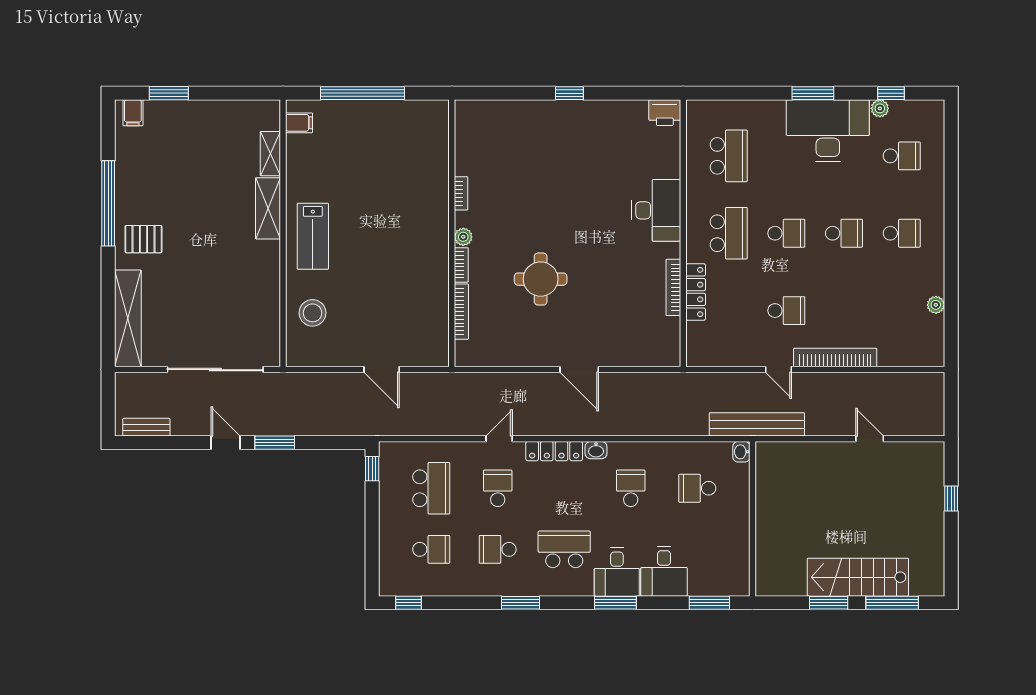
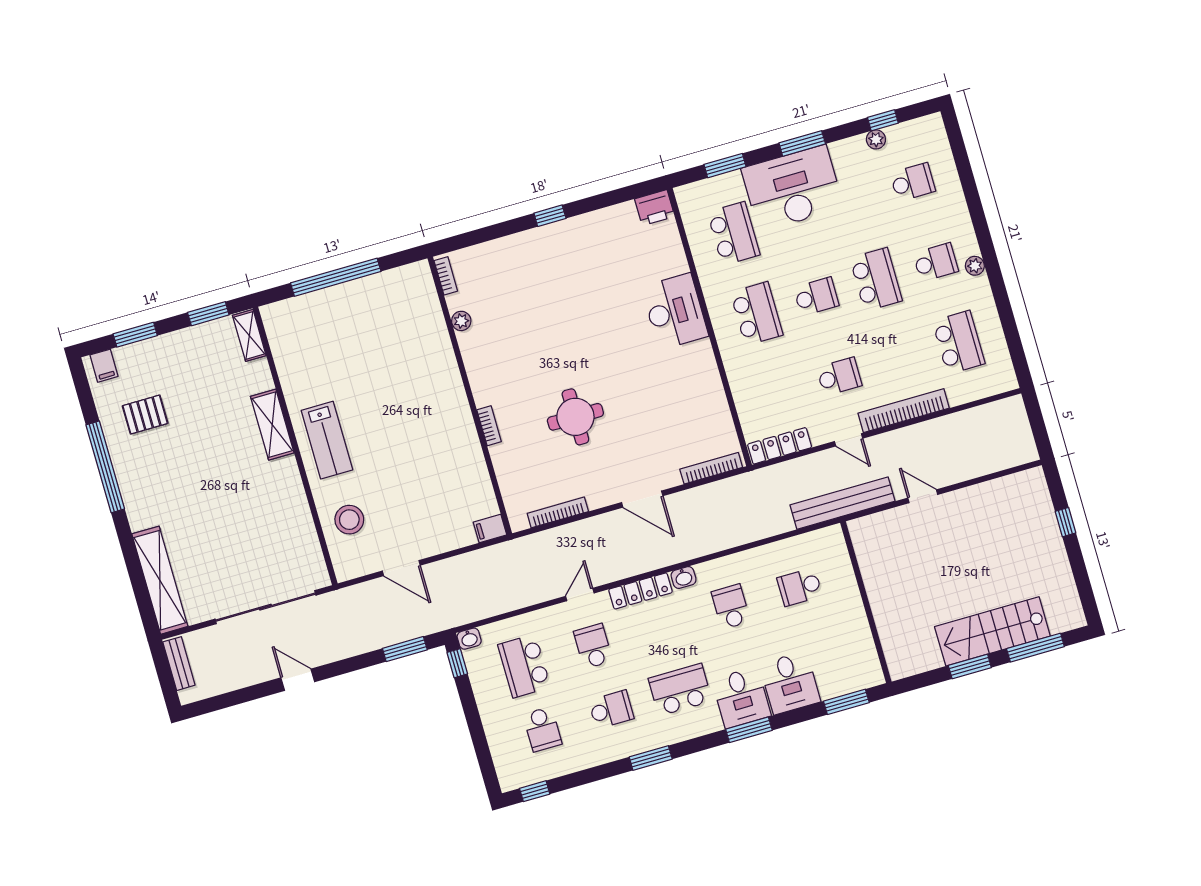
window: (239, 93) -> (208, 314), added
window: (738, 93) -> (725, 166), added
filing cabinet: (299, 123) -> (490, 529), moved, turned 180
desk: (828, 131) -> (793, 188), moved
shelving: (270, 154) -> (249, 335), moved
bookcase: (461, 193) -> (446, 276), moved
school desk: (844, 233) -> (876, 279), width x1.85
plant: (463, 237) -> (461, 321), moved
pallet: (143, 239) -> (145, 415), moved
bookcase: (673, 287) -> (711, 468), moved, turned 90
locker: (696, 292) -> (780, 446), moved, turned -90
plant: (936, 305) -> (975, 266), moved
school desk: (902, 311) -> (959, 342), added
bookcase: (461, 312) -> (558, 512), moved, turned -90
door: (382, 370) -> (401, 568), moved
bench: (146, 427) -> (179, 664), moved, turned 90
door: (870, 439) -> (923, 496), moved
window: (275, 443) -> (405, 649), moved
washbasin: (741, 452) -> (469, 639), moved, turned -90
school desk: (431, 488) -> (524, 666), turned 180
school desk: (431, 549) -> (542, 729), turned 90
school desk: (498, 549) -> (611, 709), turned 180

